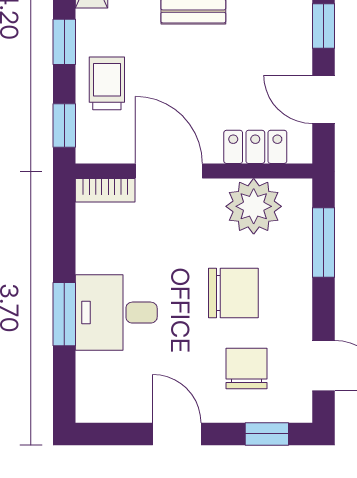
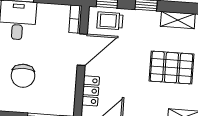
trolley: (107, 83) -> (110, 21), moved, turned 180
plant: (254, 206) -> (63, 88), removed

